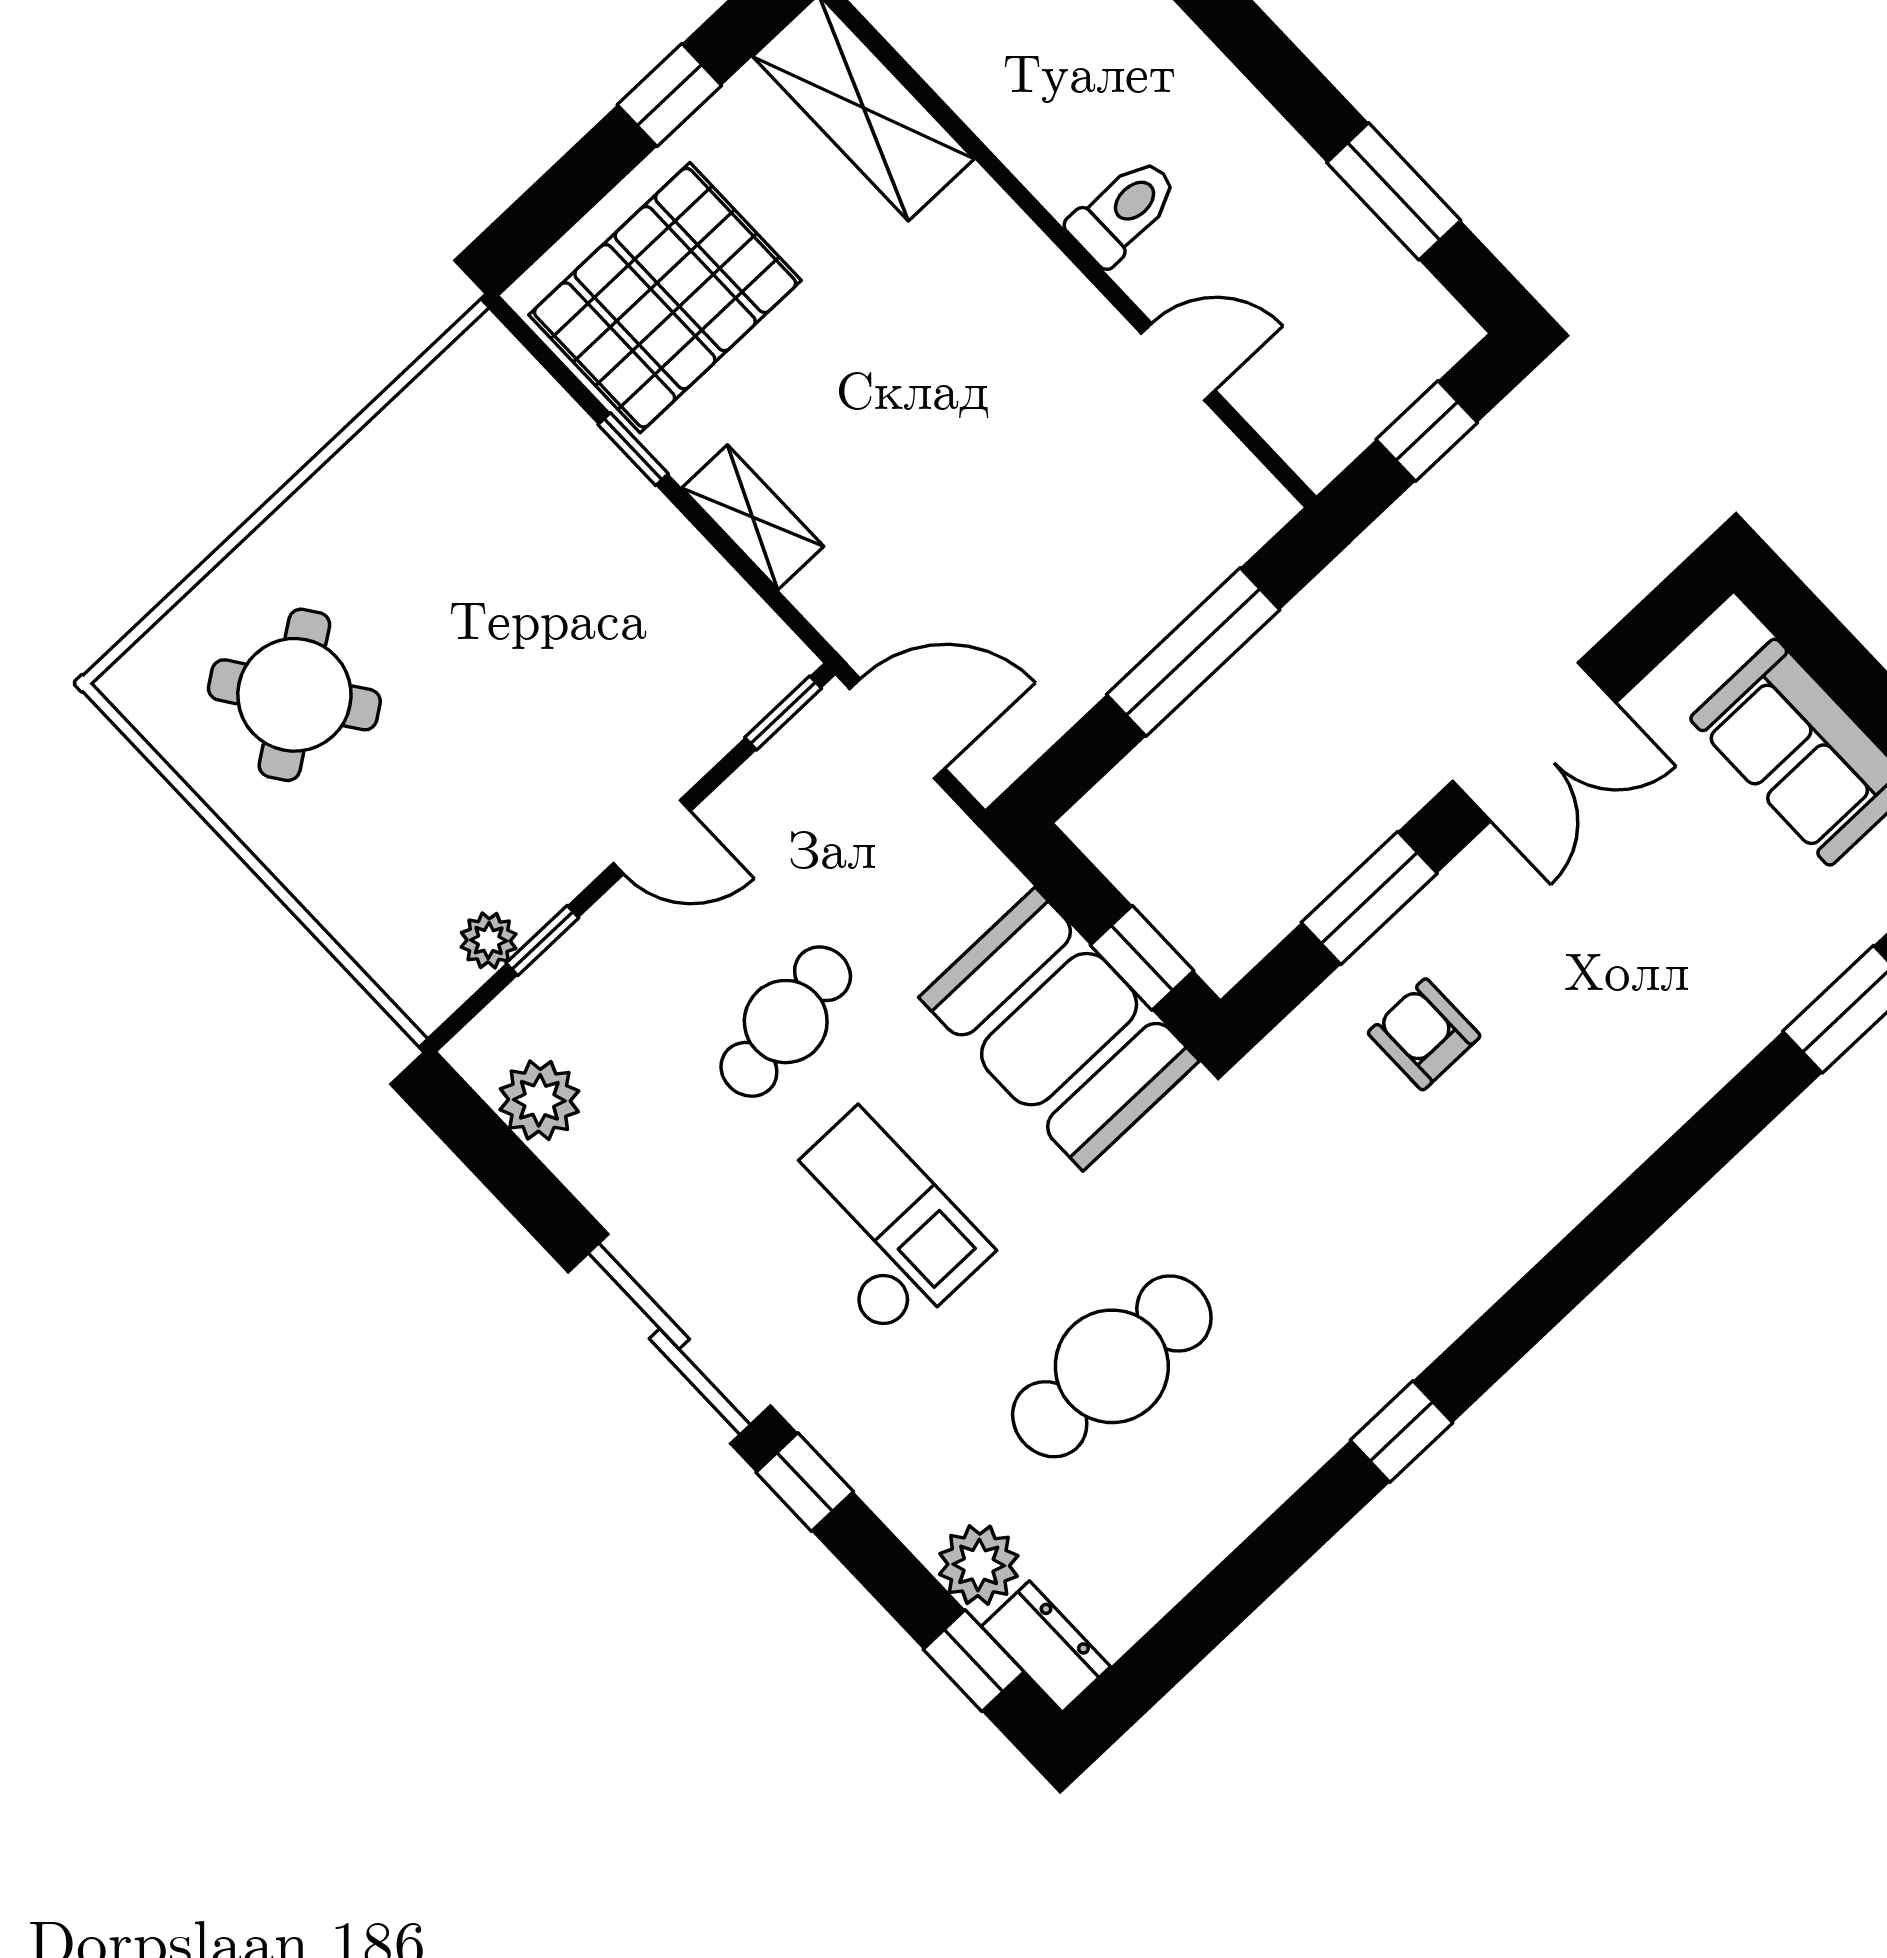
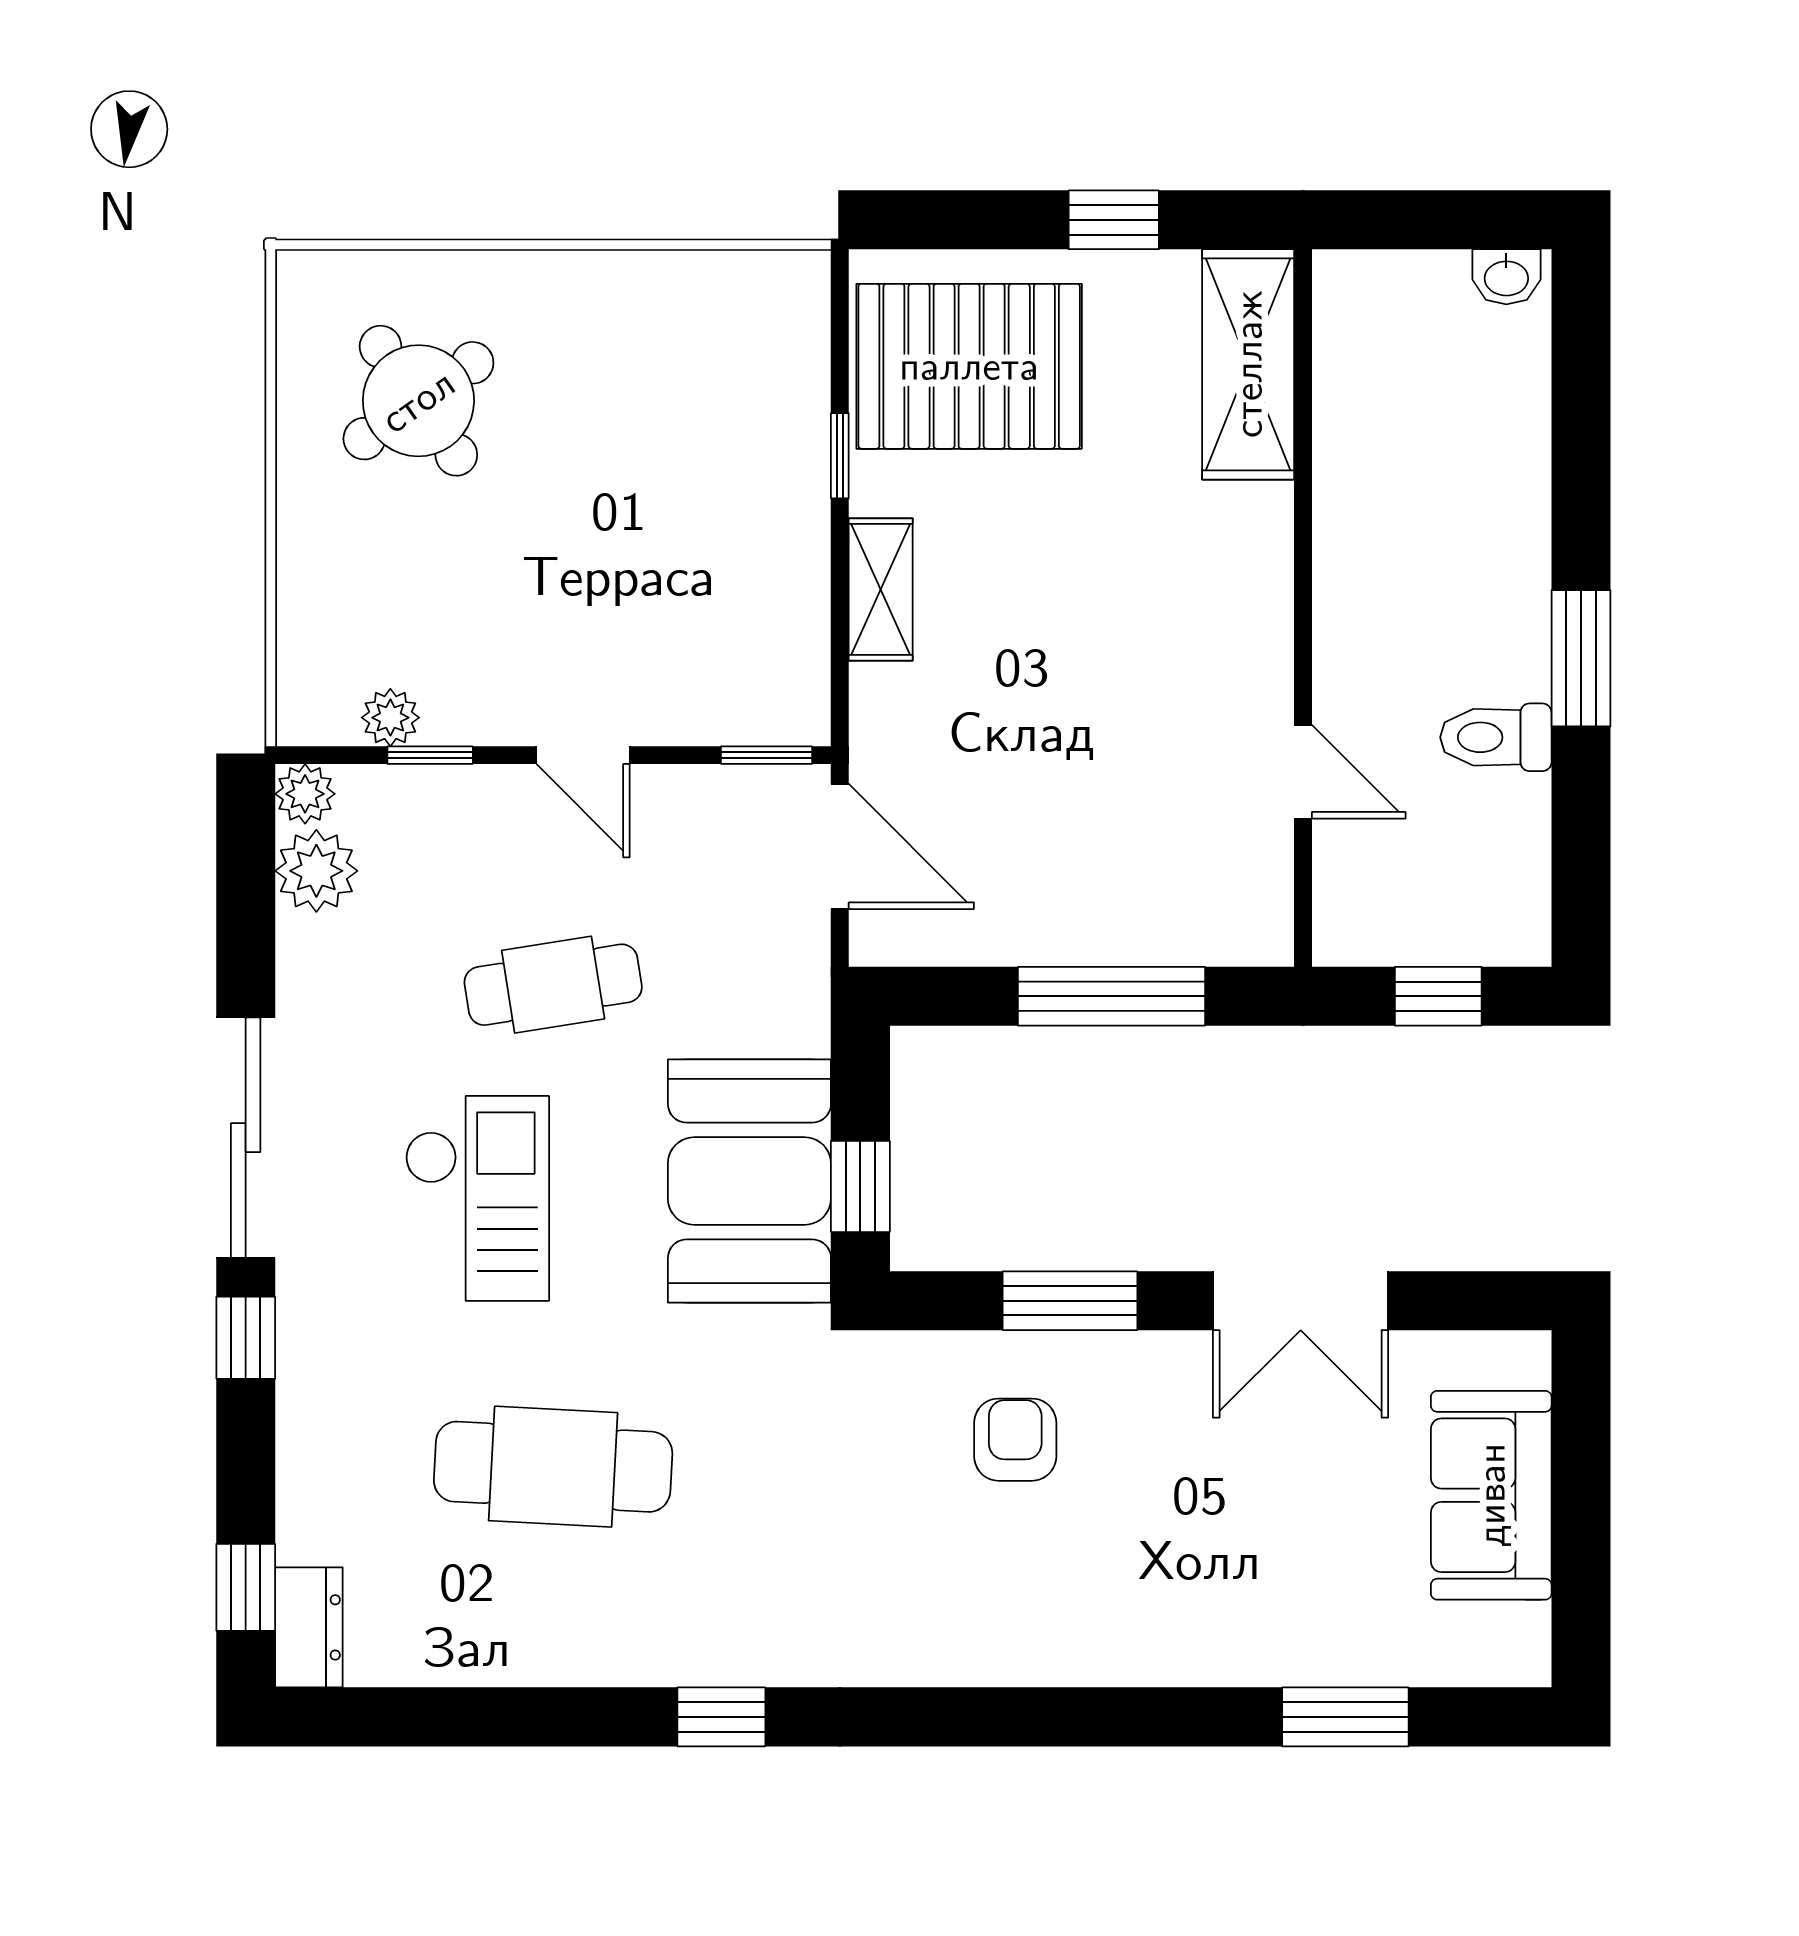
window: (1394, 191) -> (1581, 658), moved
toilet: (1123, 211) -> (1496, 737), moved, turned 180
plant: (979, 1565) -> (305, 794), moved, width x0.73, depth x0.73

